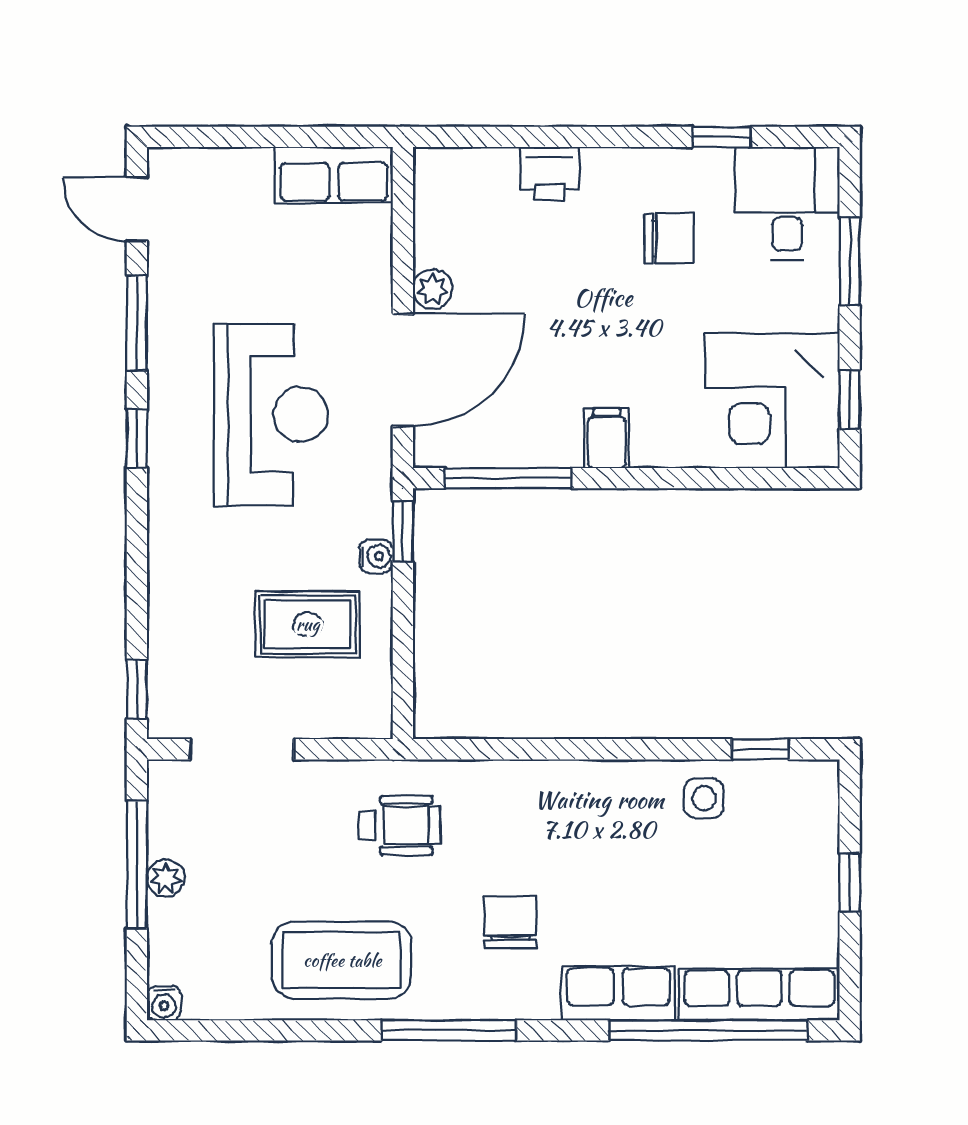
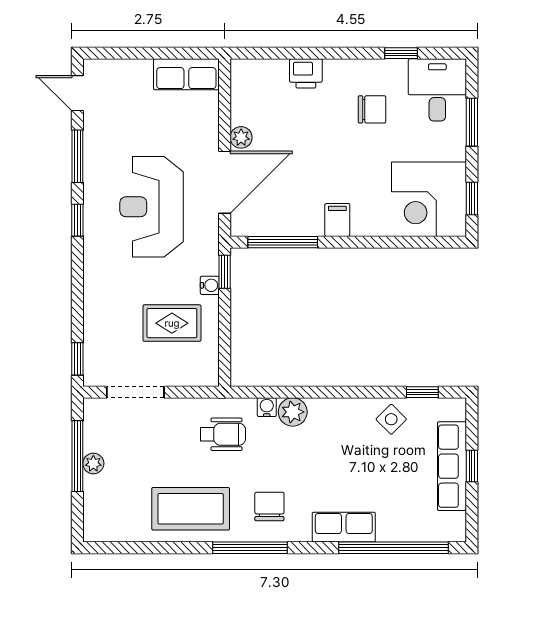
reception desk: (271, 414) -> (152, 207), turned 180
plant: (526, 785) -> (293, 412), added
side table: (704, 798) -> (391, 419), turned 45
chair: (510, 922) -> (269, 507), moved
row of seats: (759, 994) -> (452, 466), moved, turned -90
water cooler: (164, 1003) -> (267, 407), moved, turned 180

